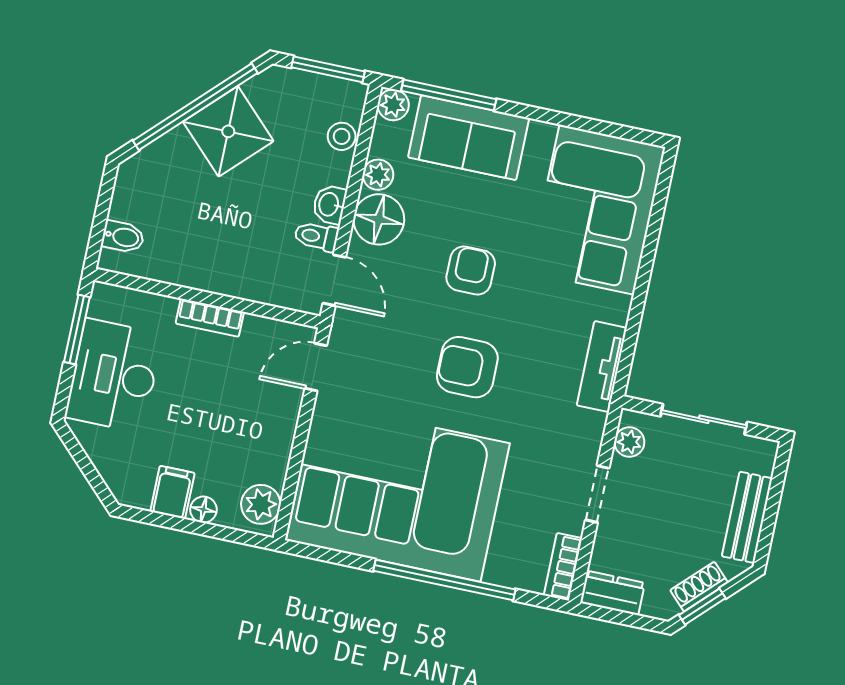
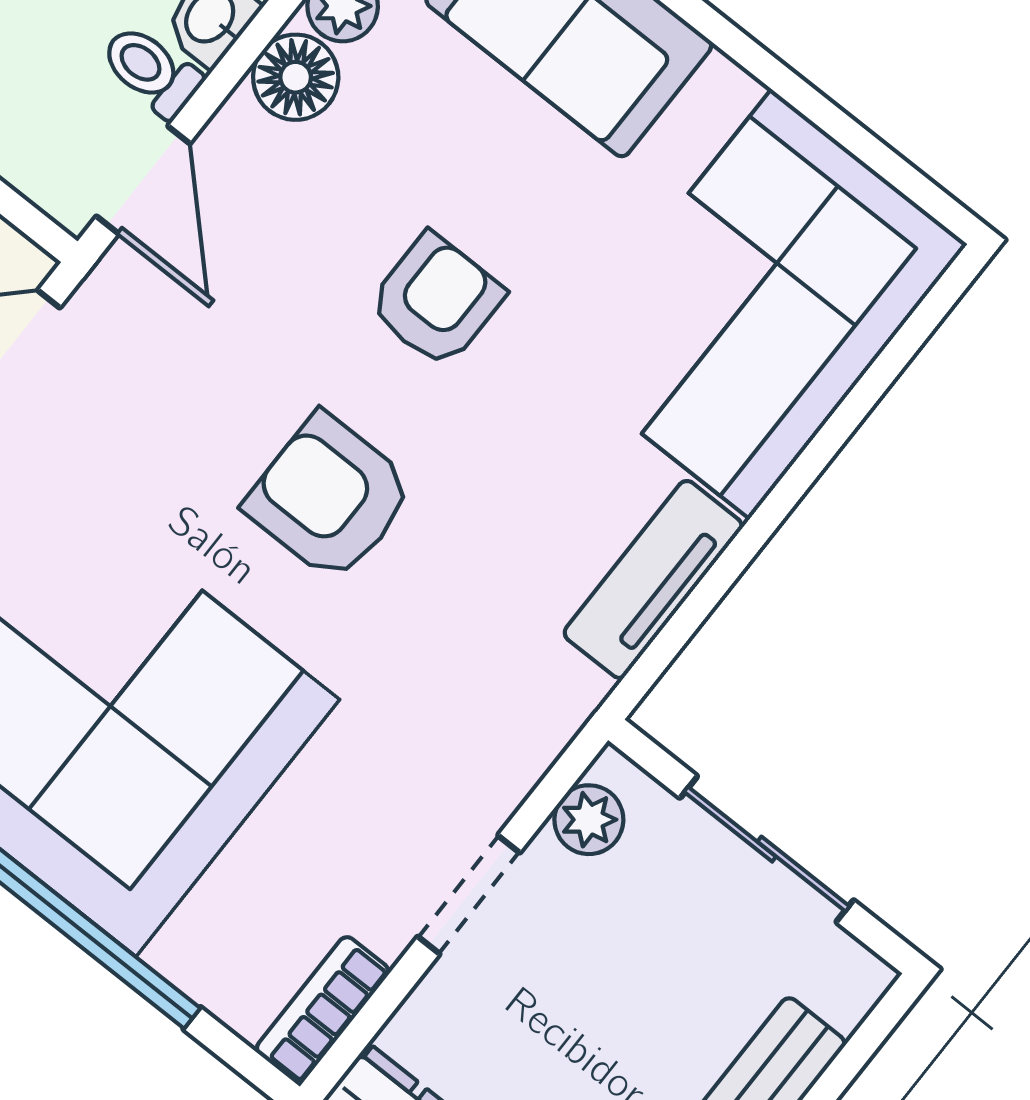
floor lamp: (379, 219) -> (296, 77), width x0.73, depth x0.73
tv unit: (602, 367) -> (653, 579), moved

